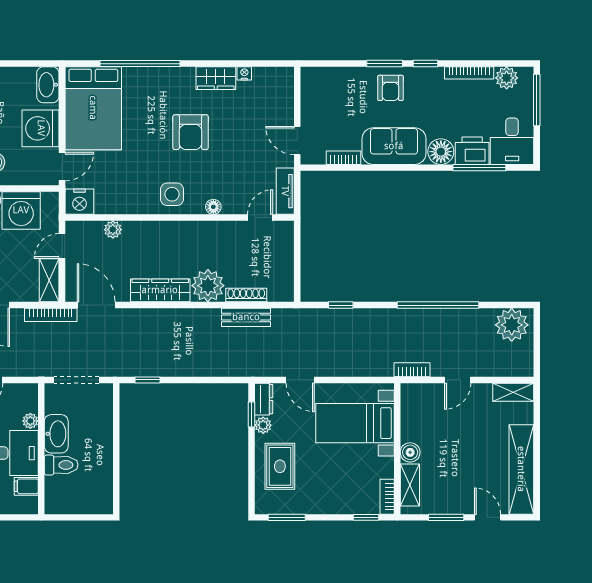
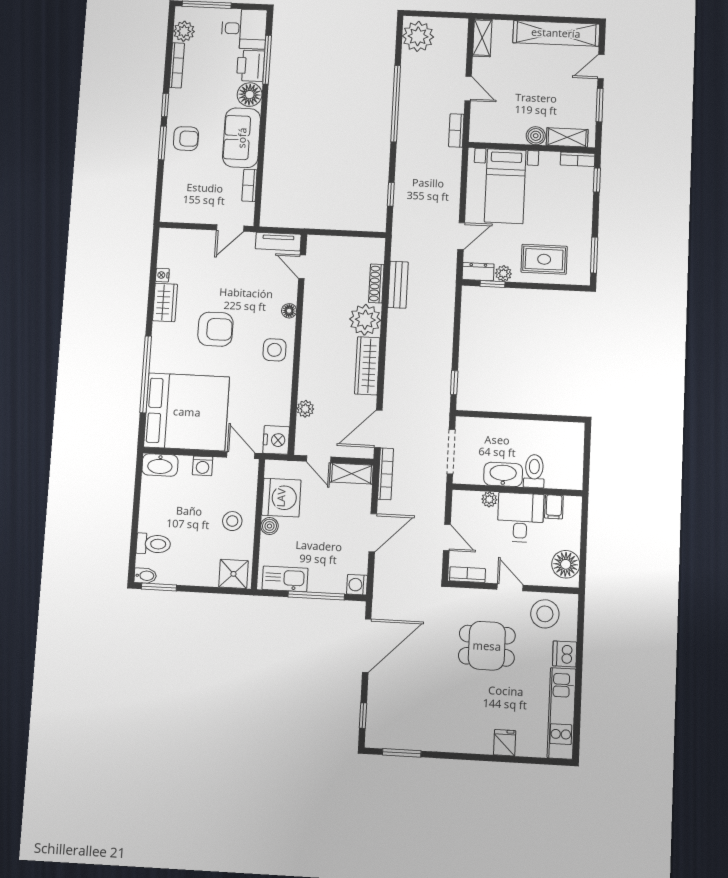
bed: (93, 108) -> (187, 412), width x1.36
washing machine: (41, 128) -> (203, 466), width x0.53, depth x0.53

